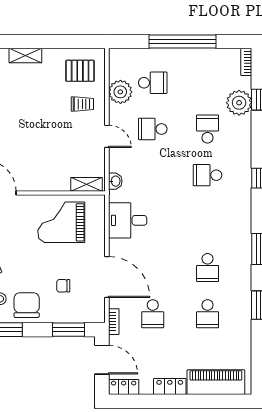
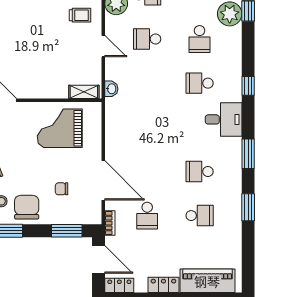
school desk: (208, 129) -> (200, 39), turned 180
desk: (128, 220) -> (224, 119), moved, turned 180
school desk: (208, 268) -> (200, 171), turned 90
school desk: (208, 314) -> (200, 216), turned -90

